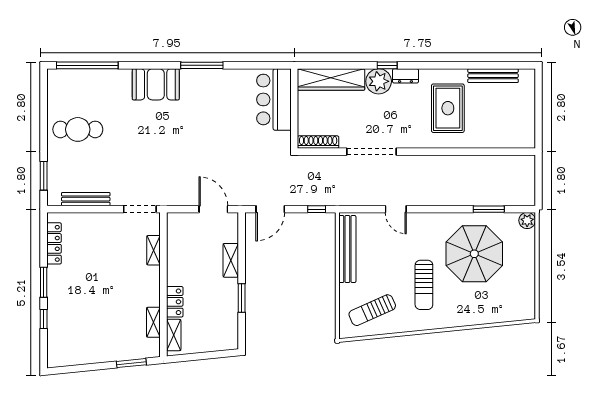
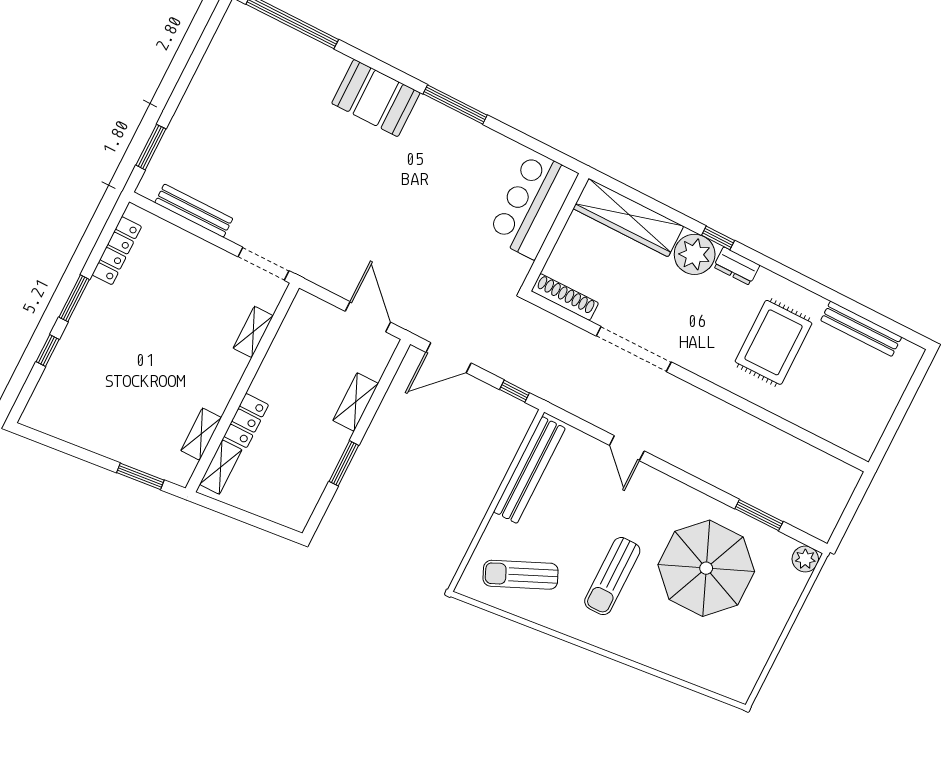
cafe table: (78, 129) -> (233, 106), removed

